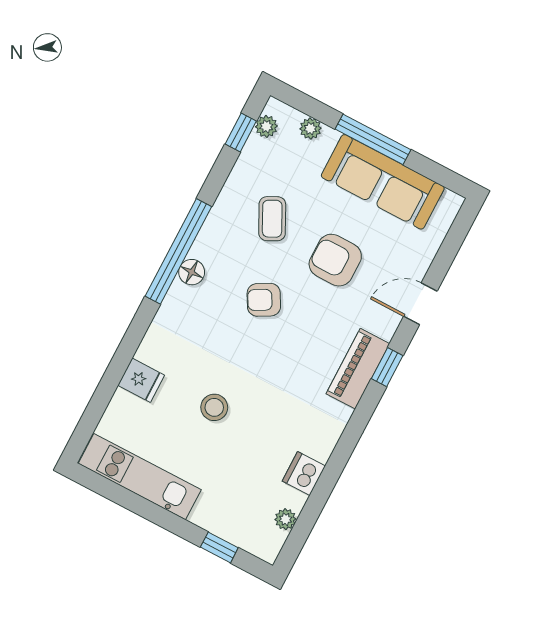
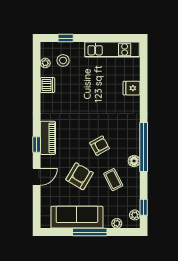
armchair: (335, 260) -> (80, 176), turned -59
floor lamp: (192, 272) -> (134, 161), moved
stool: (214, 407) -> (63, 60), moved

